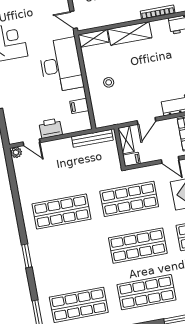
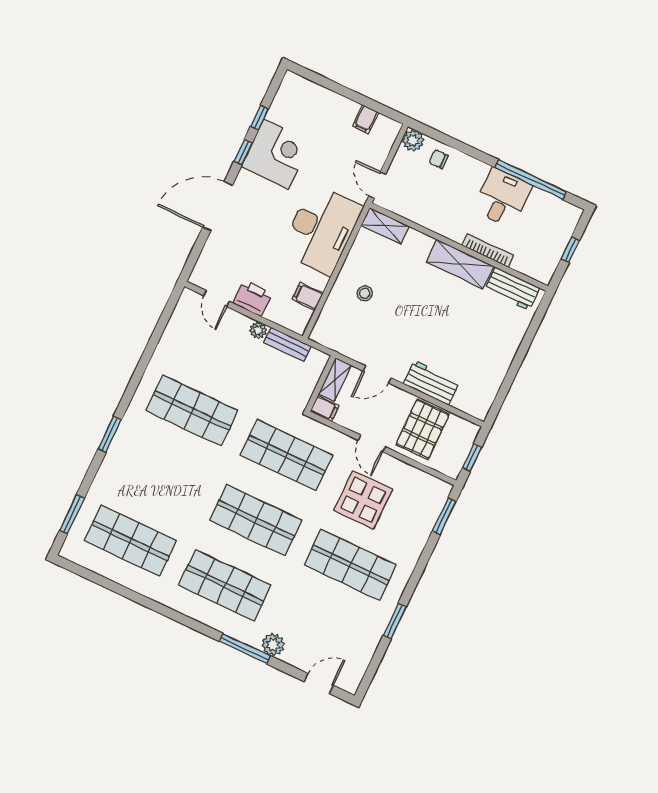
shelving: (130, 33) -> (460, 264), moved
bench: (92, 138) -> (288, 344), width x0.73
plant: (16, 152) -> (258, 330), moved

